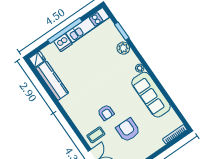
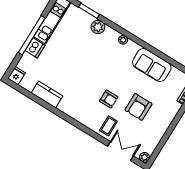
kitchen counter: (52, 81) -> (47, 94), width x0.67
sofa: (151, 95) -> (152, 65), width x0.73
armchair: (128, 130) -> (138, 107), turned -90

